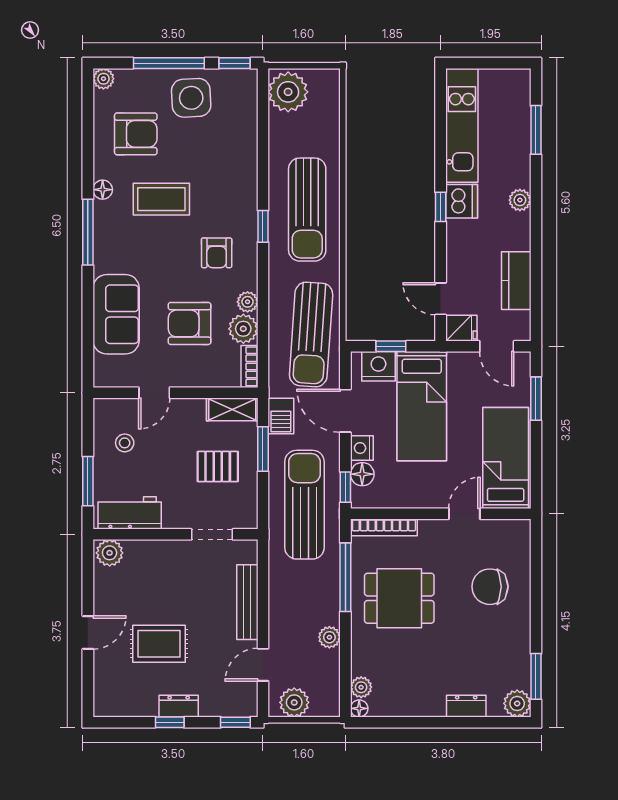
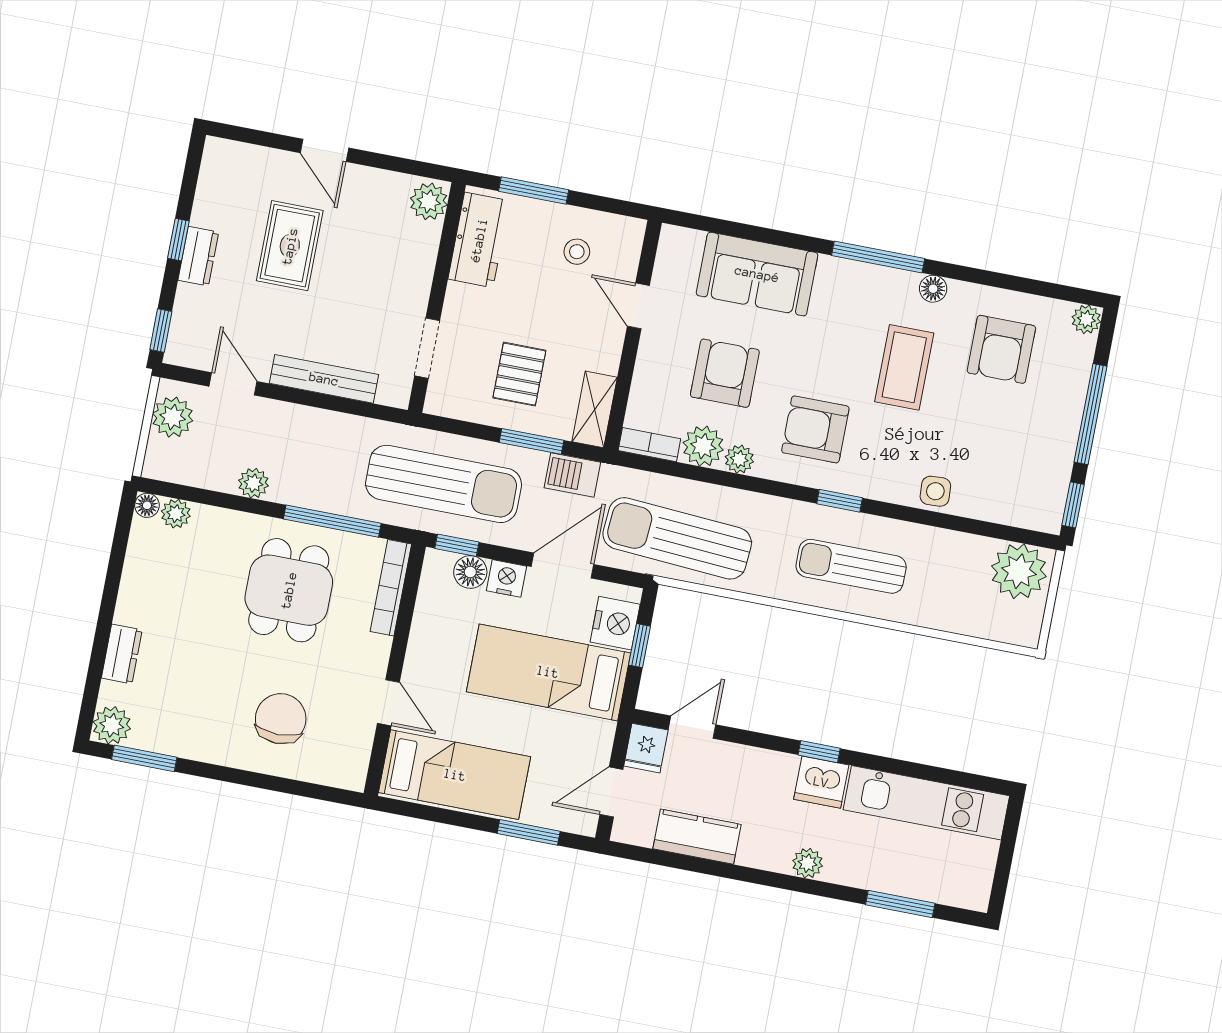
side table: (191, 98) -> (935, 491), moved, width x0.54, depth x0.54
sun lounger: (307, 210) -> (851, 566), width x0.73, depth x0.75
armchair: (217, 253) -> (815, 429), width x1.38, depth x1.38

